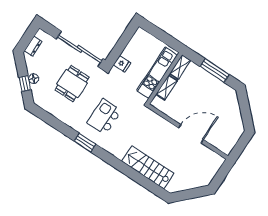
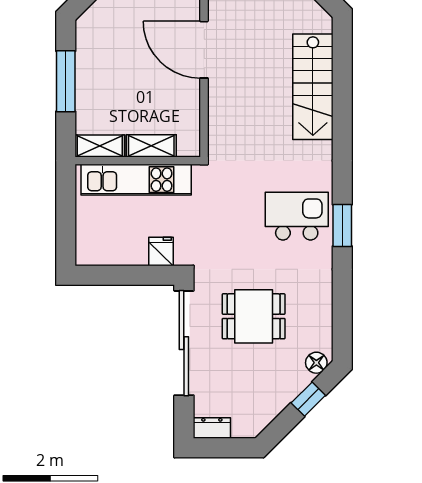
dresser: (33, 46) -> (212, 428), moved
floor lamp: (34, 79) -> (316, 363), moved
kitchen island: (104, 117) -> (297, 216), moved, turned 180

